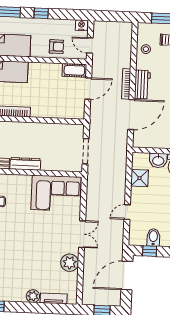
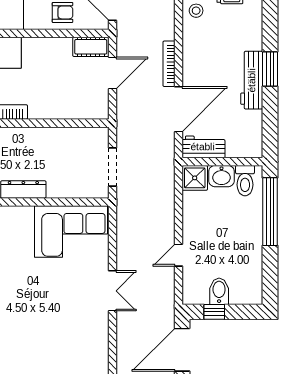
workbench: (142, 84) -> (203, 147), moved, turned -90
shower: (139, 178) -> (195, 178), moved
plant: (70, 263) -> (96, 334), removed

